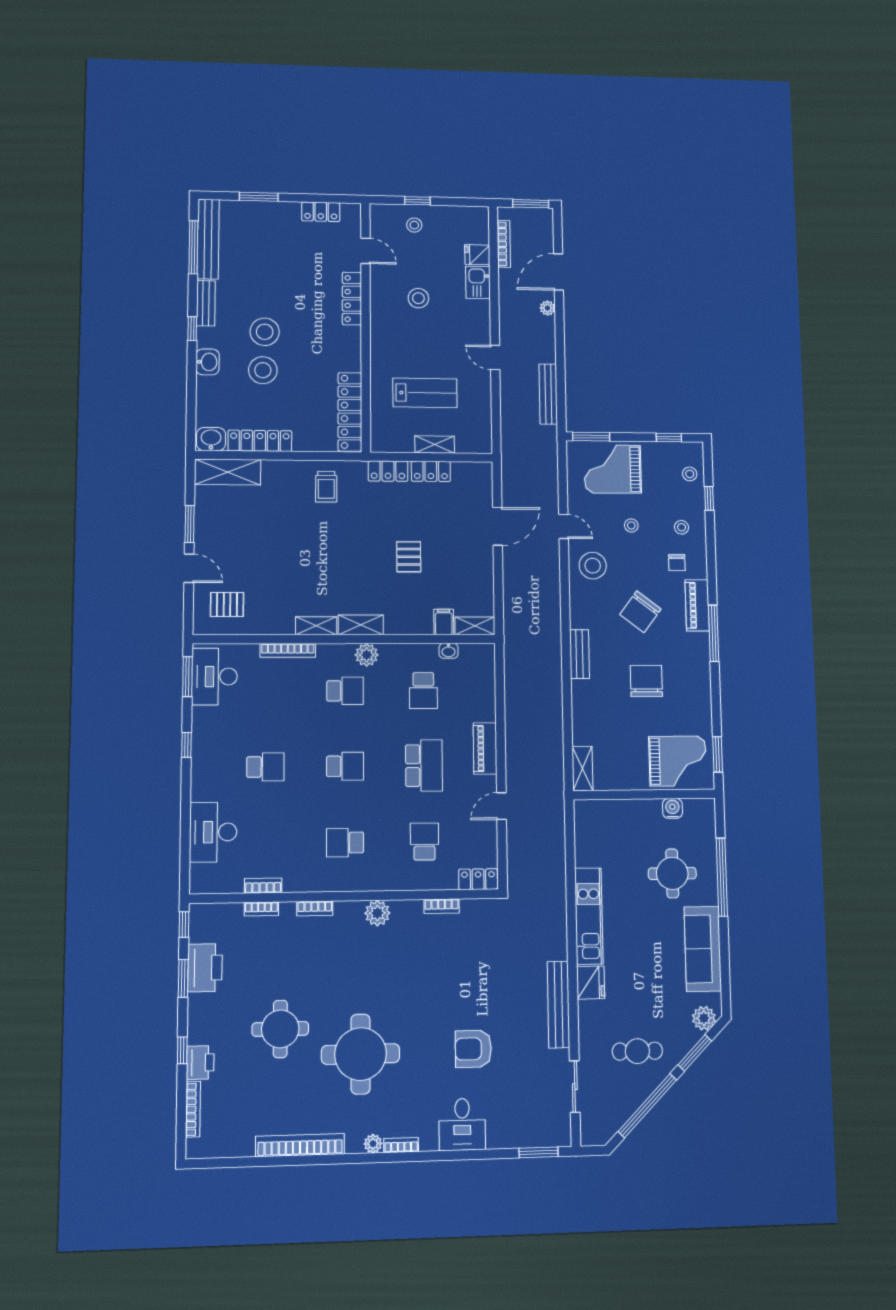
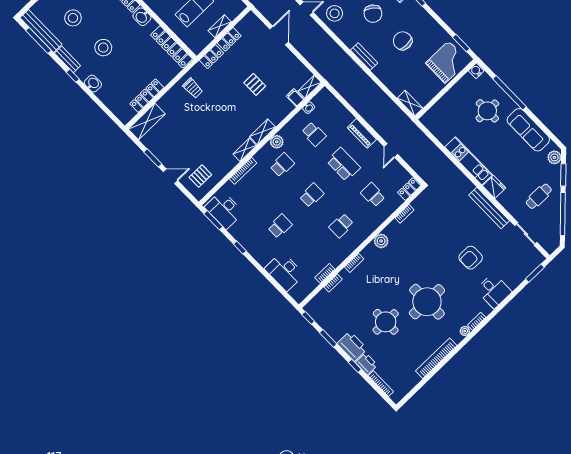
stool: (263, 370) -> (73, 18), moved
washbasin: (211, 439) -> (142, 17), moved, turned -90
water cooler: (672, 808) -> (476, 71), moved
printer: (205, 968) -> (352, 346), moved

